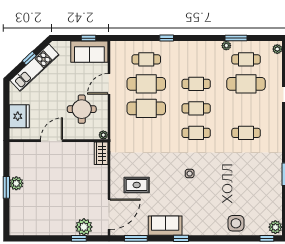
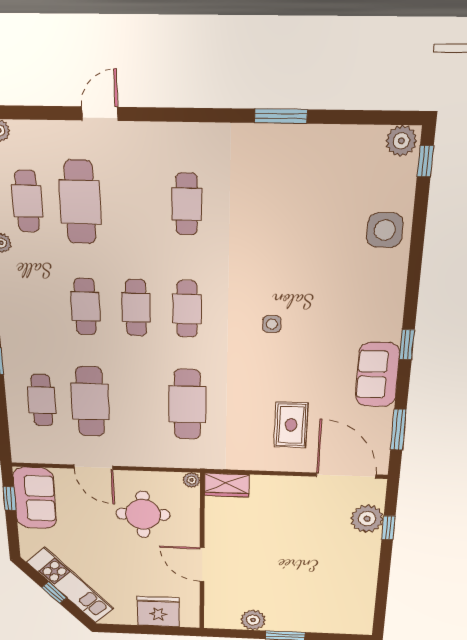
cafe table: (146, 108) -> (187, 404), moved
plant: (16, 183) -> (253, 620), moved

